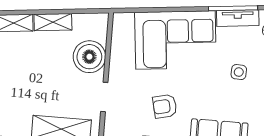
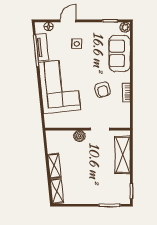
boiler: (89, 57) -> (79, 136), width x0.54, depth x0.54

